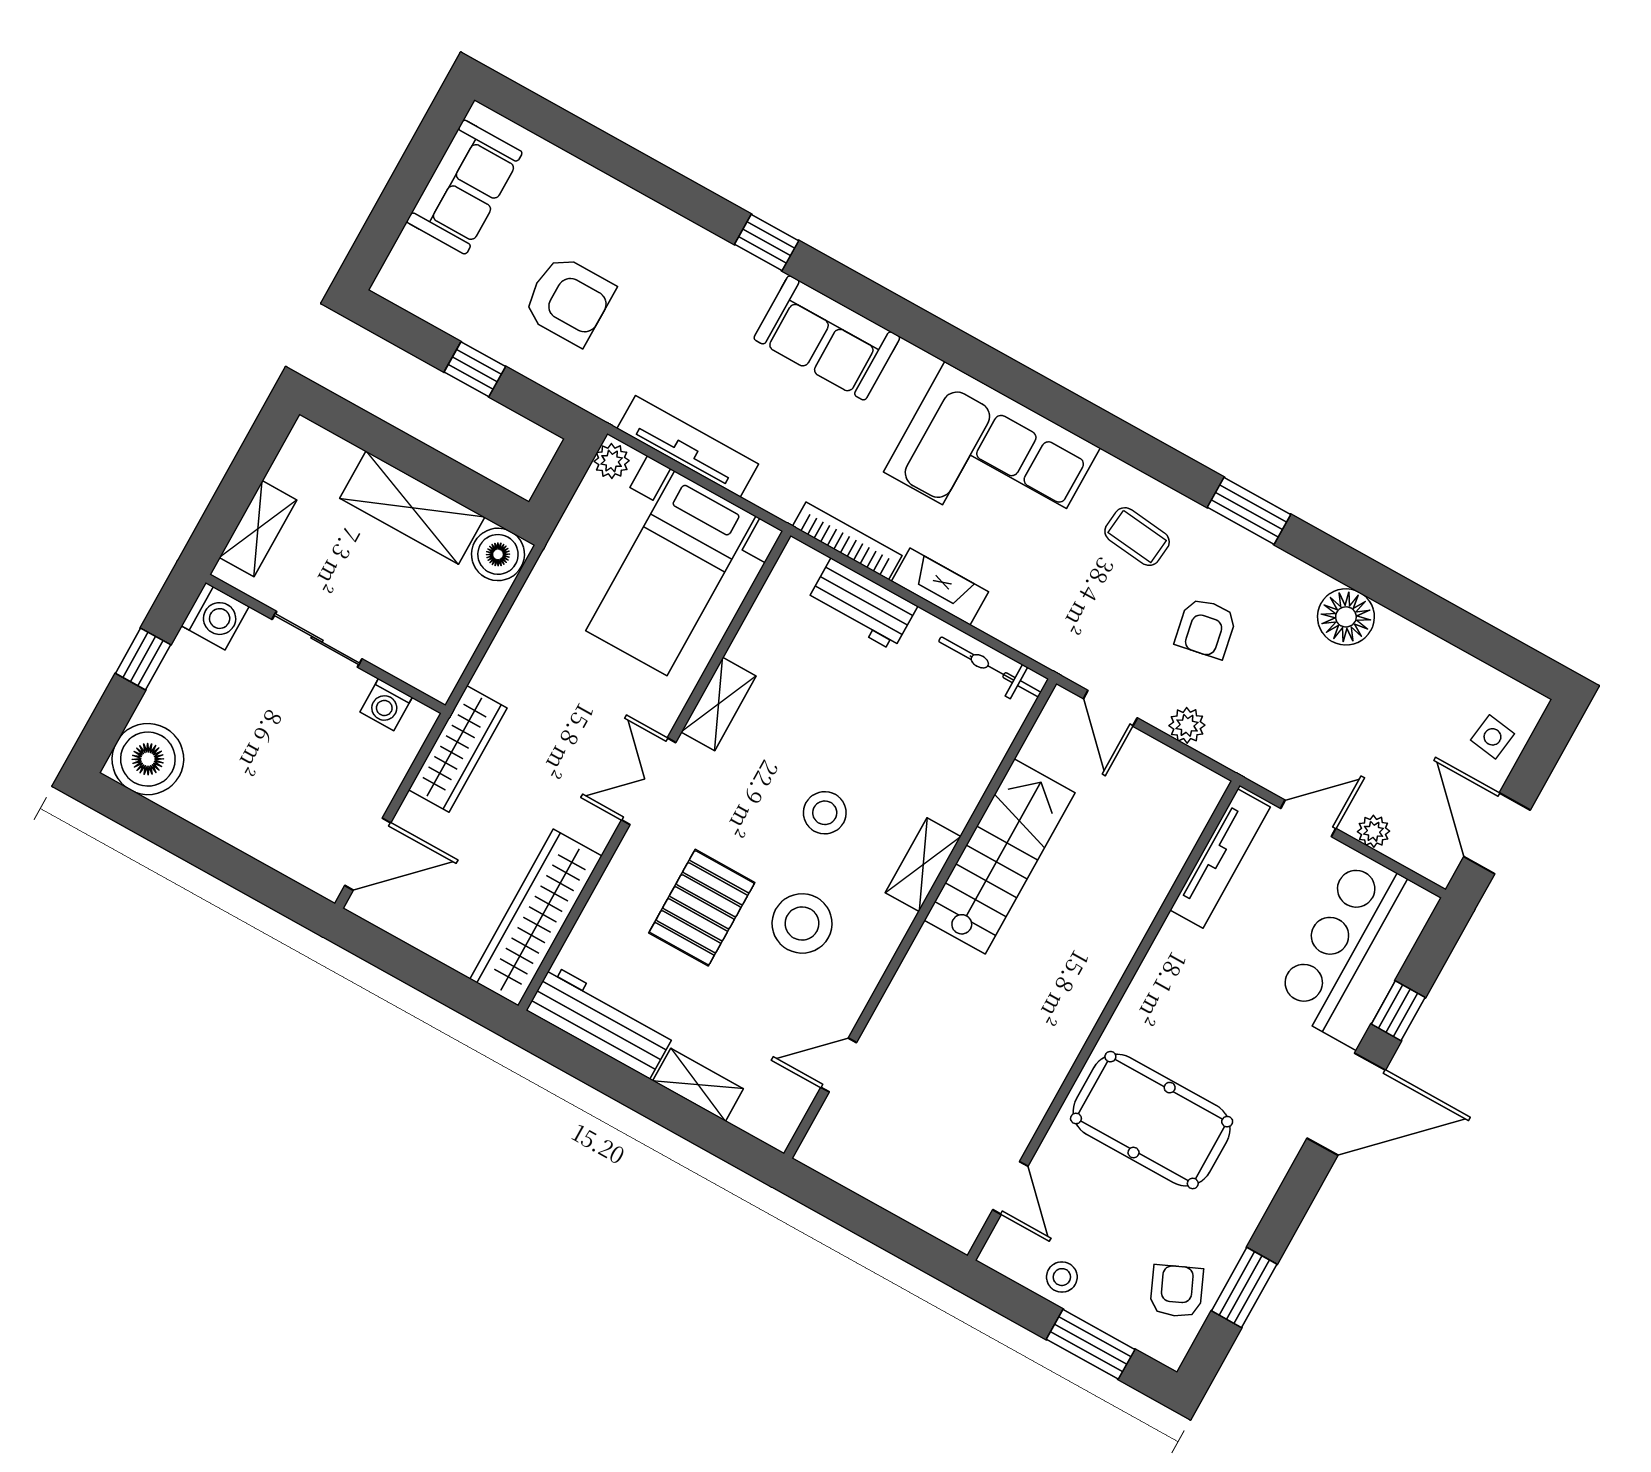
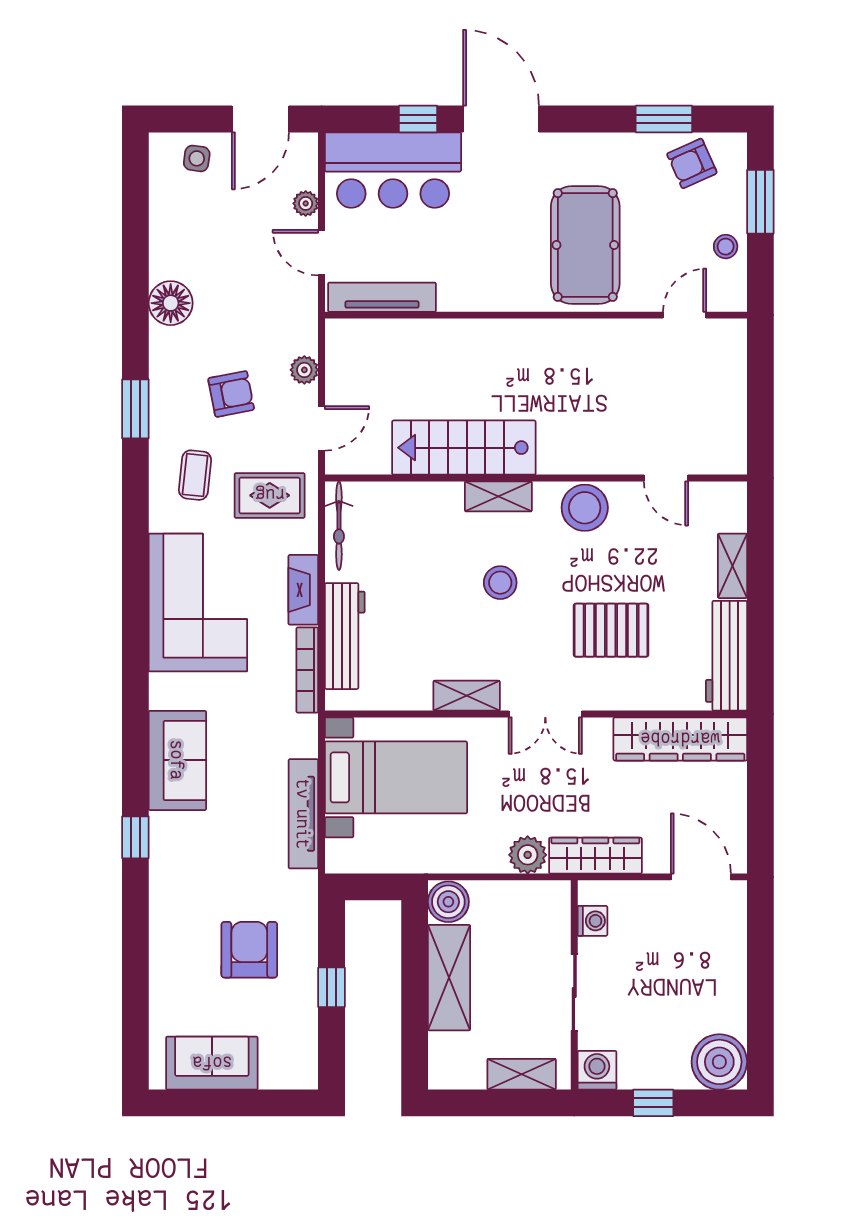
plant: (612, 461) -> (528, 855), moved, width x1.38, depth x1.38
workbench: (862, 604) -> (345, 636), width x1.38
rug: (1067, 608) -> (270, 495), added
stool: (802, 923) -> (585, 508), moved

